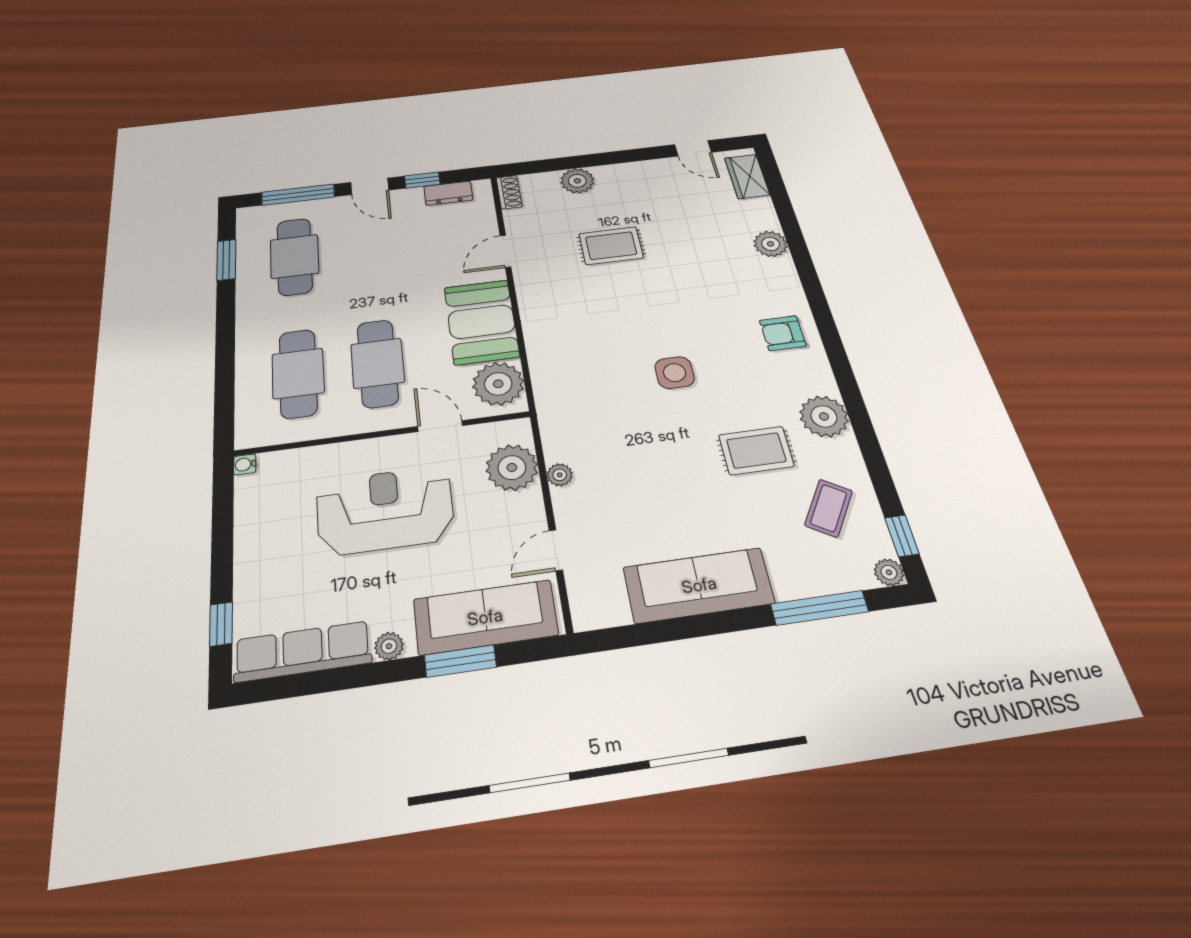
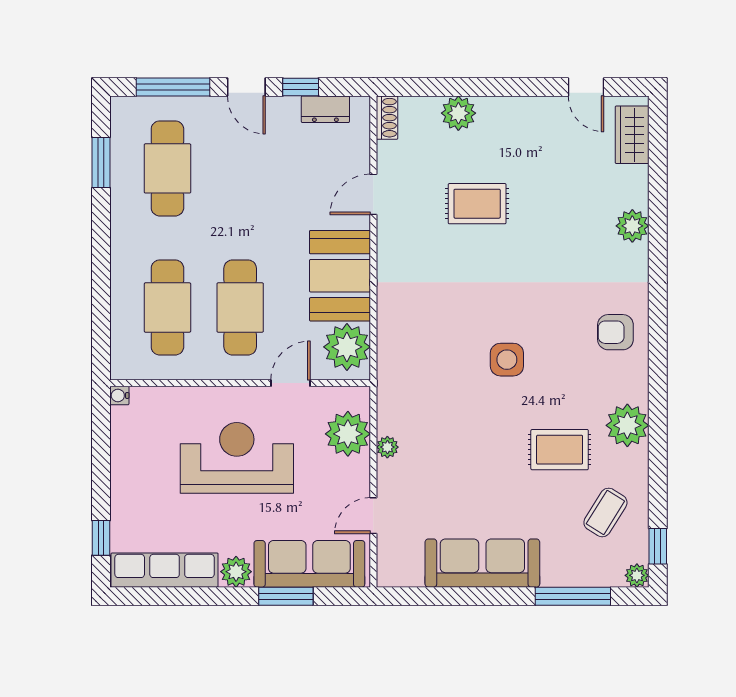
door: (440, 426) -> (291, 383), hinge flipped
plant: (389, 646) -> (236, 572), width x1.38, depth x1.38

